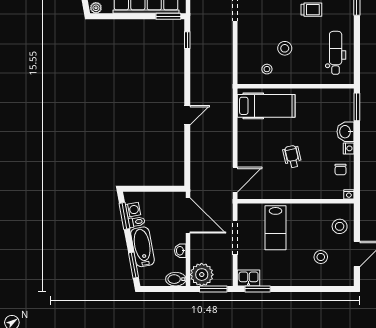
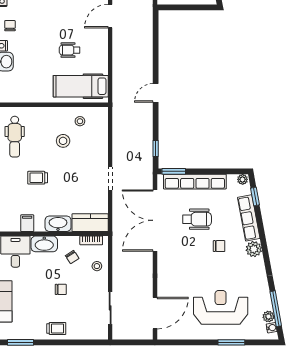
door: (187, 115) -> (156, 93), moved
wheelchair: (292, 157) -> (70, 50), moved, turned 103

